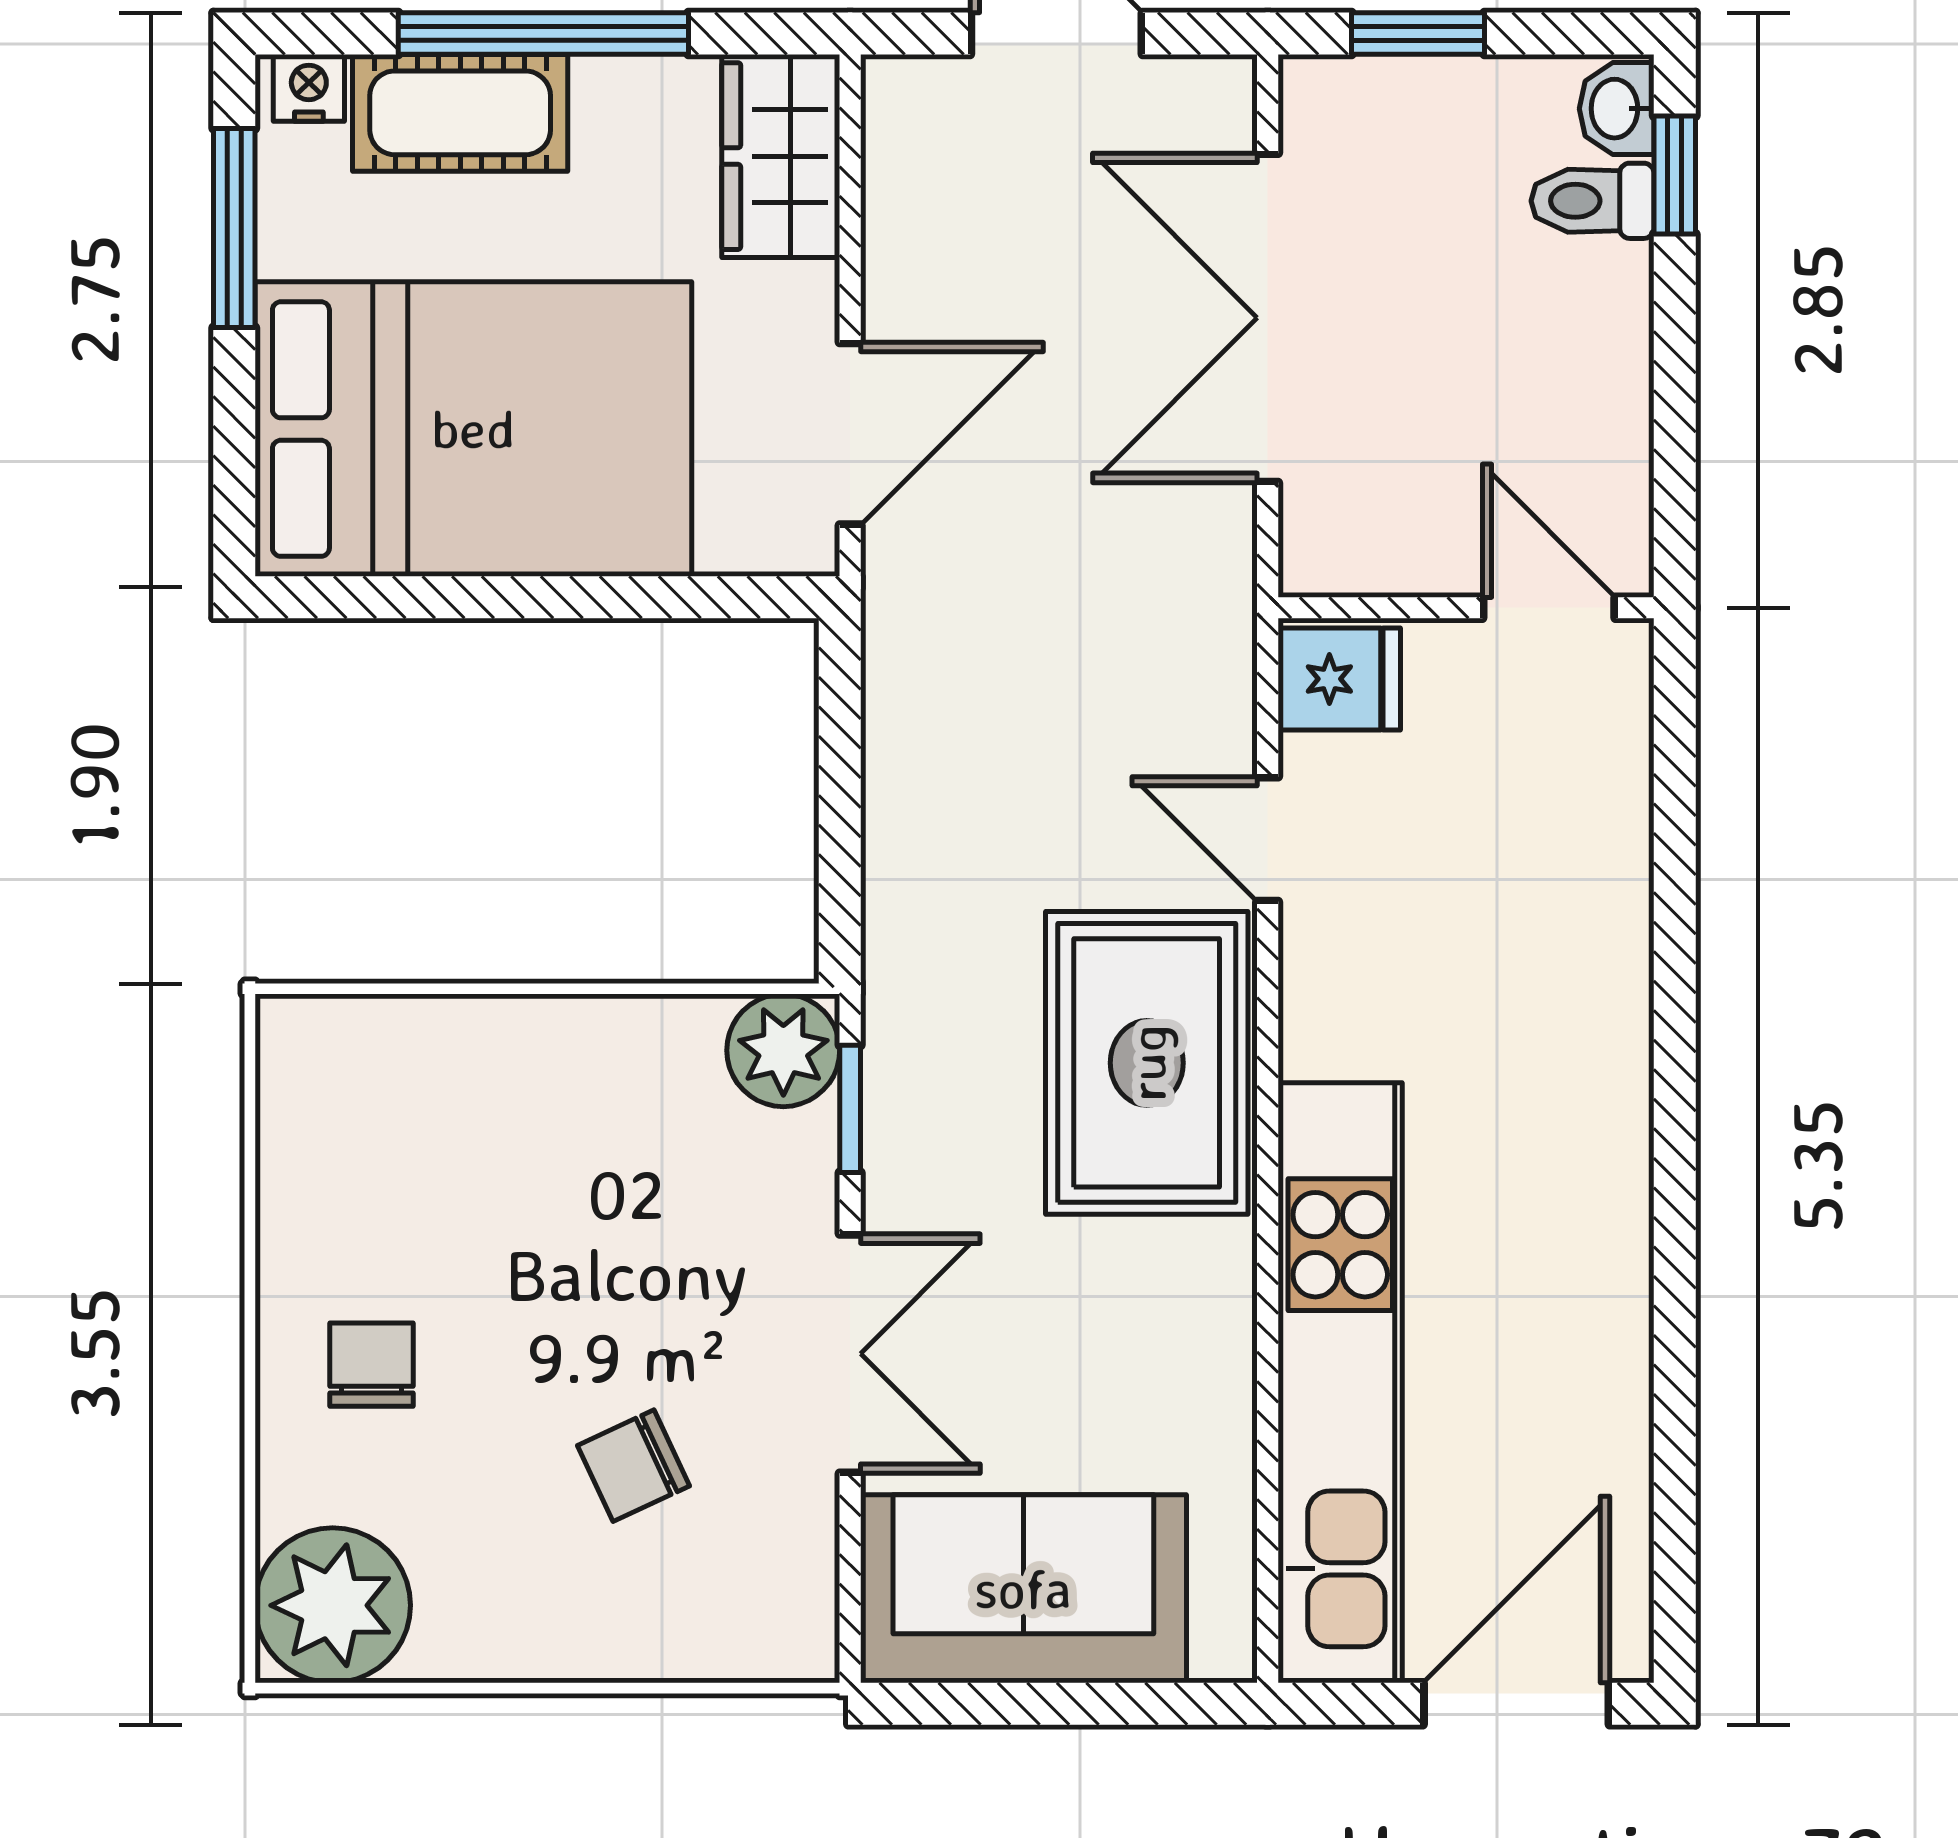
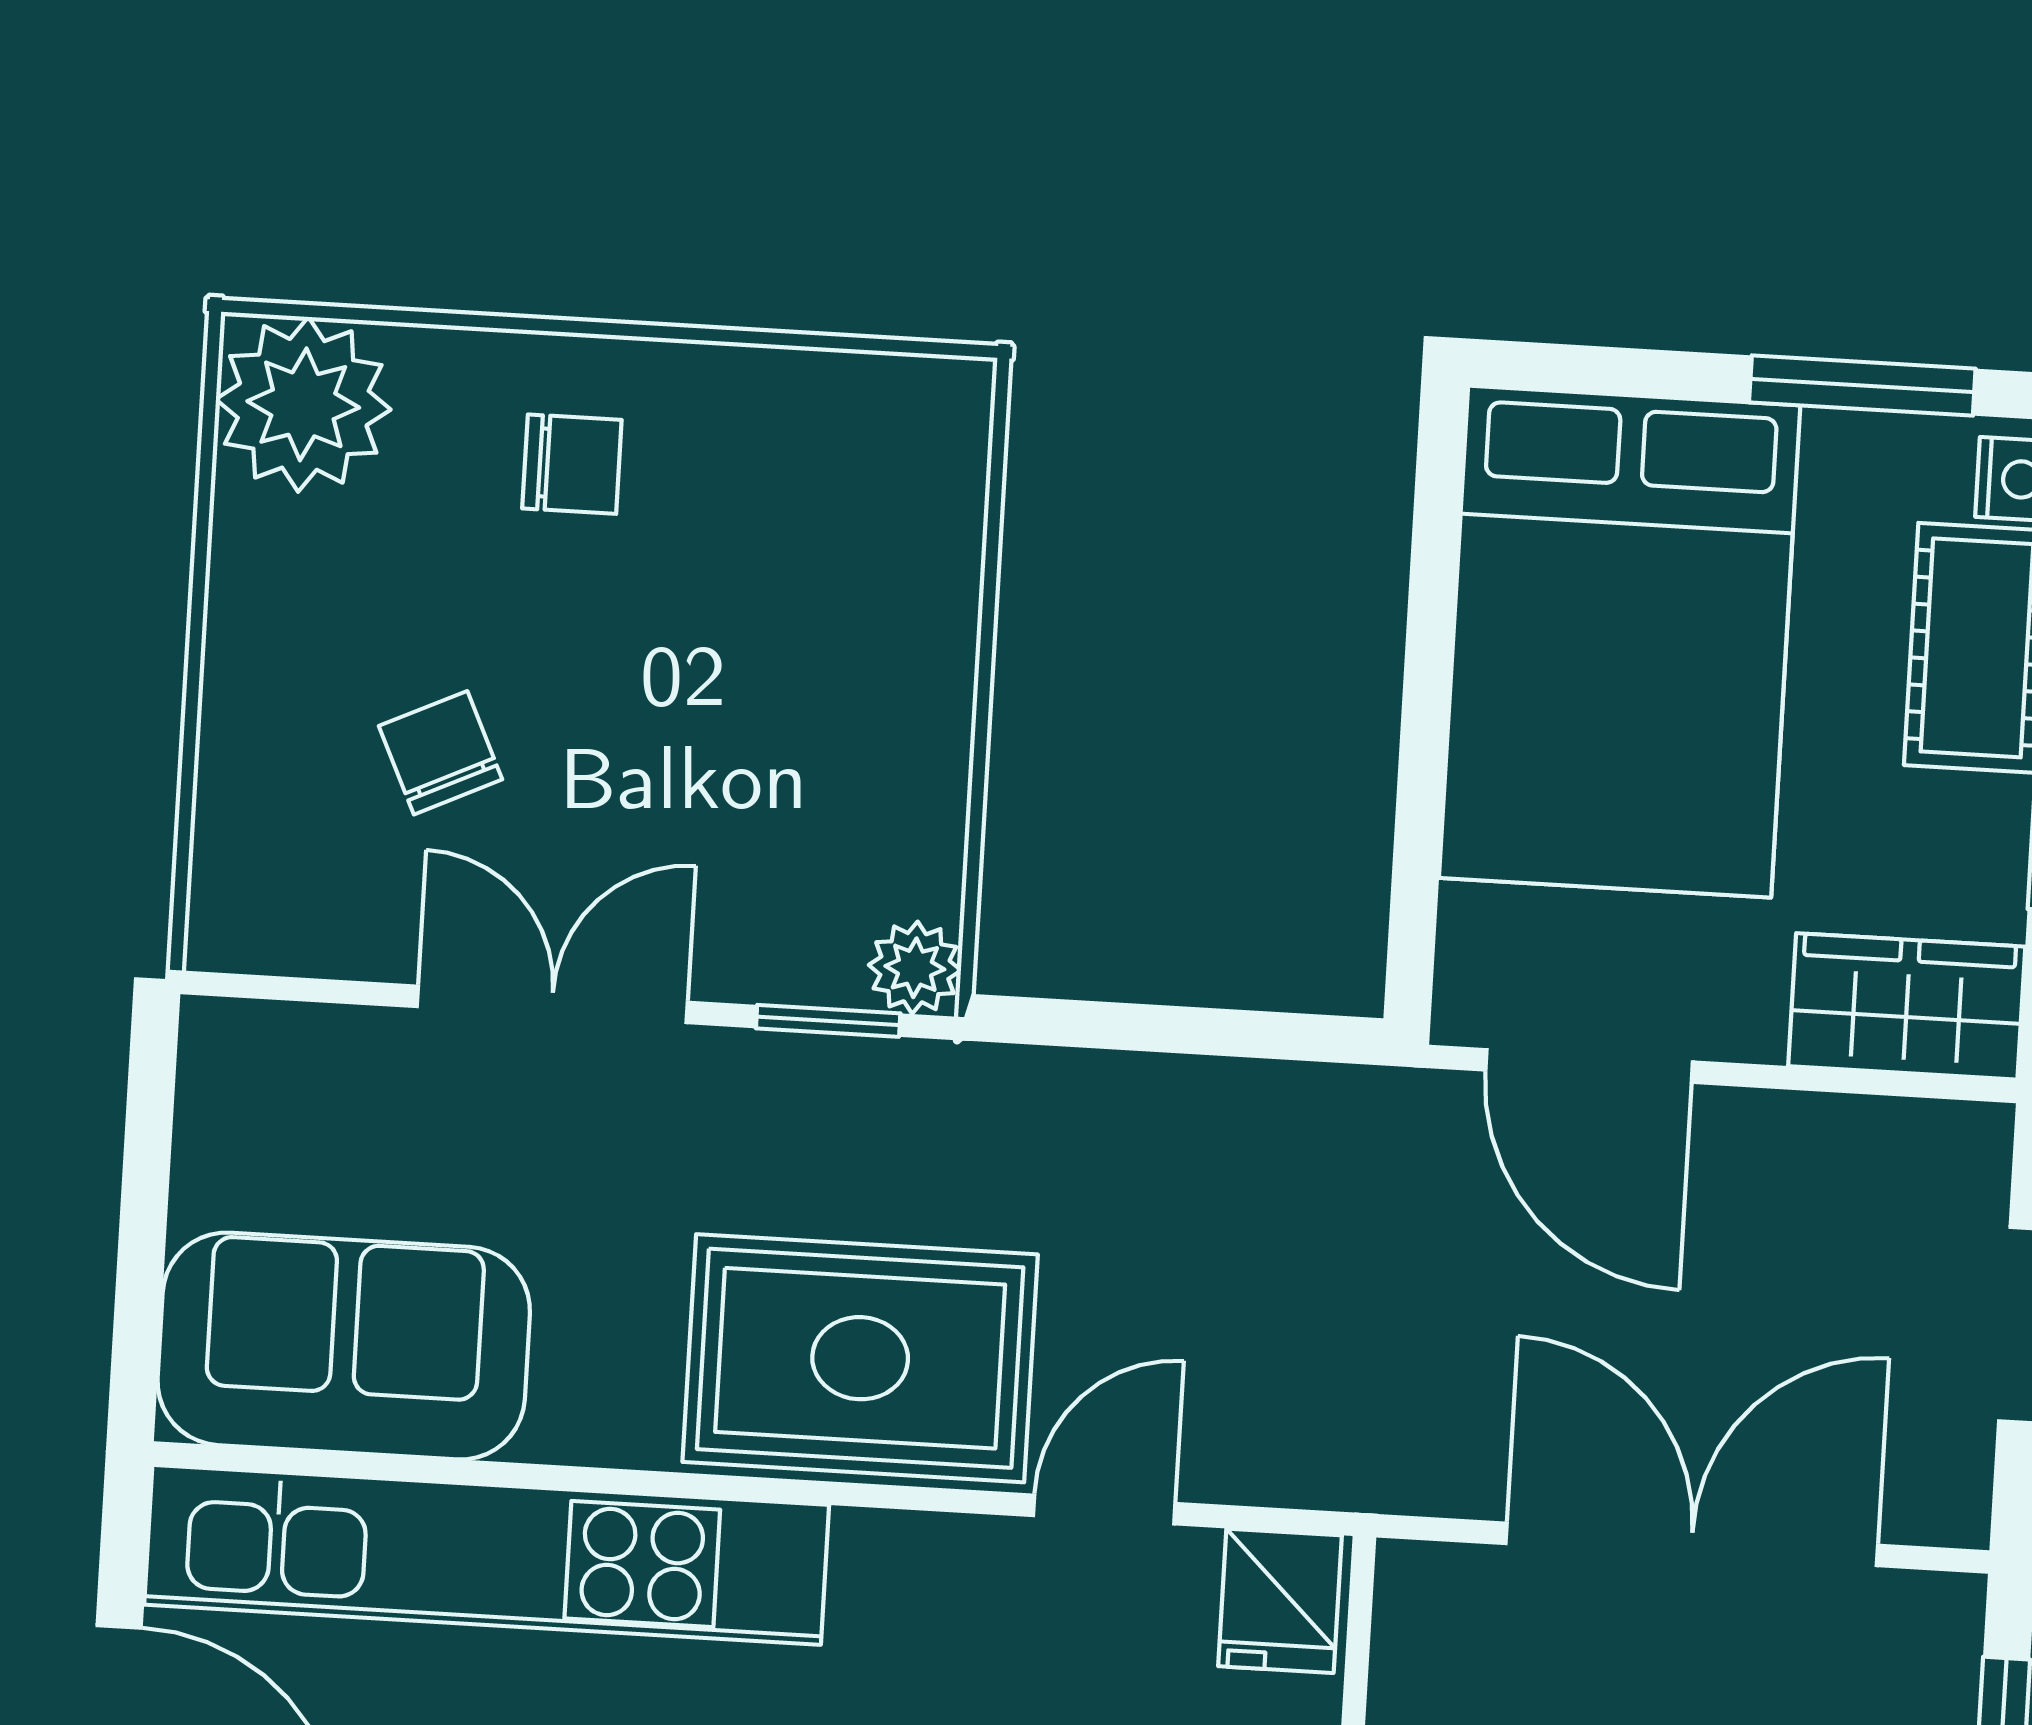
plant: (783, 1050) -> (915, 968), width x0.73, depth x0.73
double door: (850, 1354) -> (552, 1004), swing flipped
sofa: (1023, 1589) -> (344, 1346), moved, turned -90

